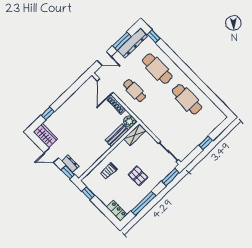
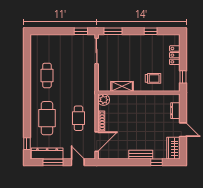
cafe table: (187, 99) -> (47, 75), width x0.73, depth x0.74
bench: (117, 135) -> (141, 155), moved
shelving: (135, 135) -> (122, 86), moved
window: (206, 143) -> (81, 31), moved
window: (68, 172) -> (183, 106), removed
pallet: (138, 176) -> (135, 55), removed
window: (143, 203) -> (151, 31), width x0.46
locker: (117, 211) -> (175, 55), moved

